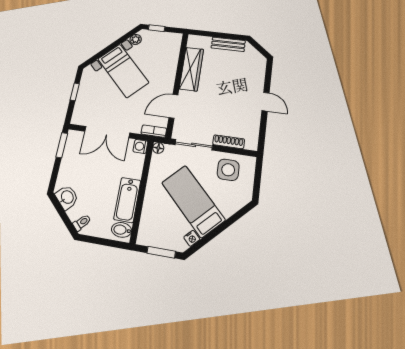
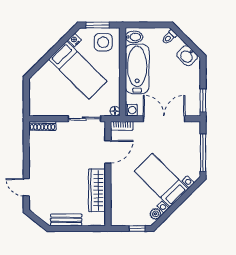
window: (75, 92) -> (203, 153), width x2.17
door: (265, 102) -> (26, 187), moved
shoe rack: (229, 142) -> (42, 126), moved
side table: (228, 170) -> (103, 42), moved
bathtub: (127, 200) -> (137, 69), width x1.36, depth x1.36

